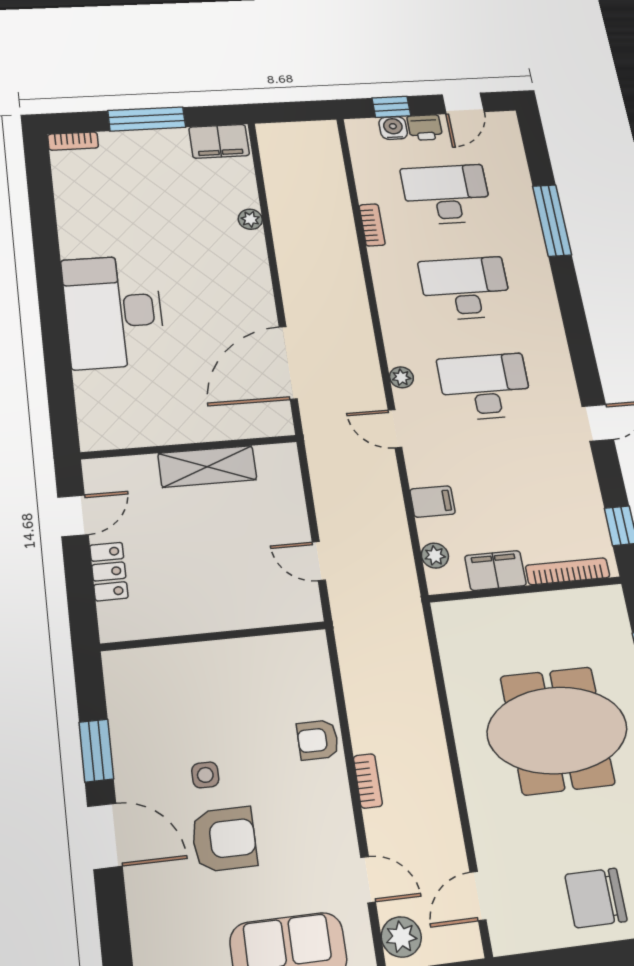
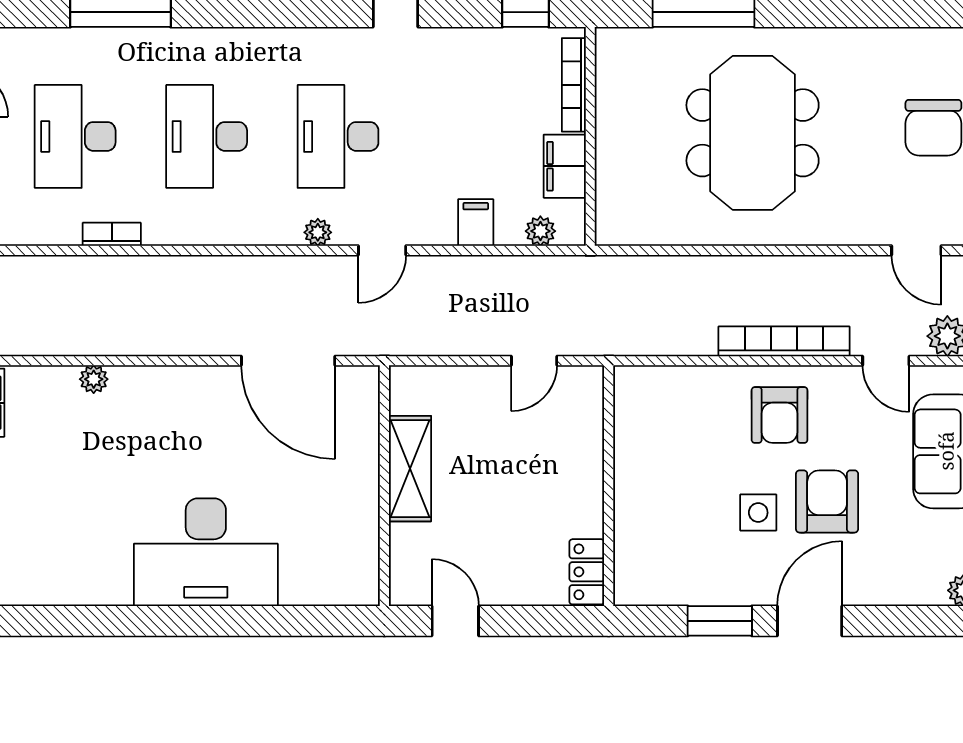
locker: (109, 572) -> (587, 572), moved, turned -90
armchair: (318, 740) -> (780, 415), moved, width x1.38, depth x1.38
side table: (205, 775) -> (758, 513), width x1.37, depth x1.37
bookcase: (368, 781) -> (784, 341), width x2.31, depth x1.31
door: (368, 880) -> (886, 361), swing flipped

